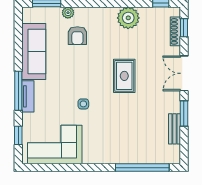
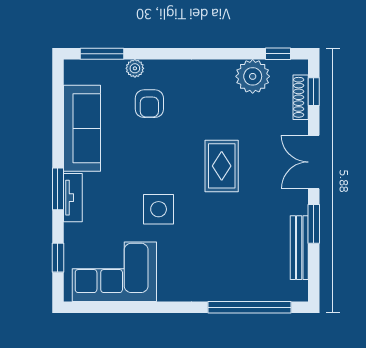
plant: (128, 18) -> (253, 76), moved
window: (18, 91) -> (58, 189), width x0.69
side table: (83, 104) -> (159, 209), width x1.87, depth x1.87
bench: (175, 129) -> (299, 248), width x1.36

